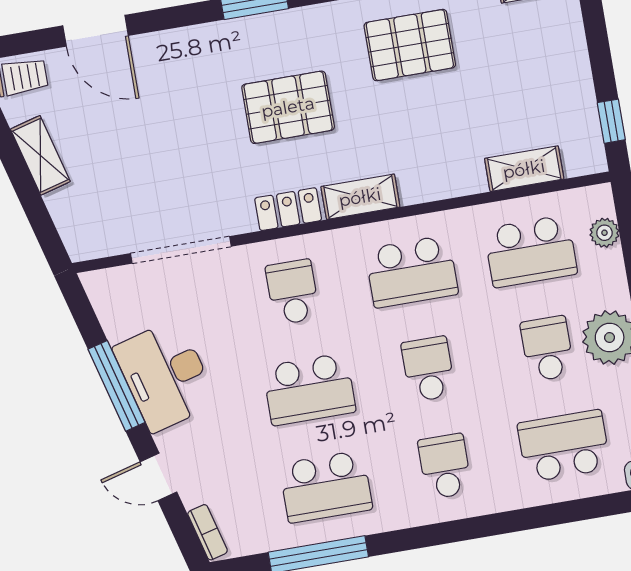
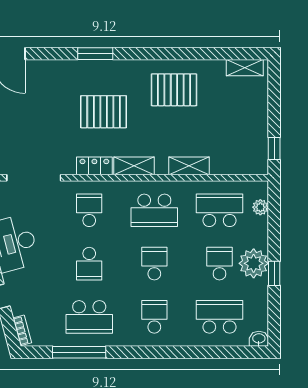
shelving: (524, 169) -> (189, 166), moved
school desk: (531, 251) -> (219, 210), turned 180
school desk: (309, 389) -> (89, 264), width x0.54

